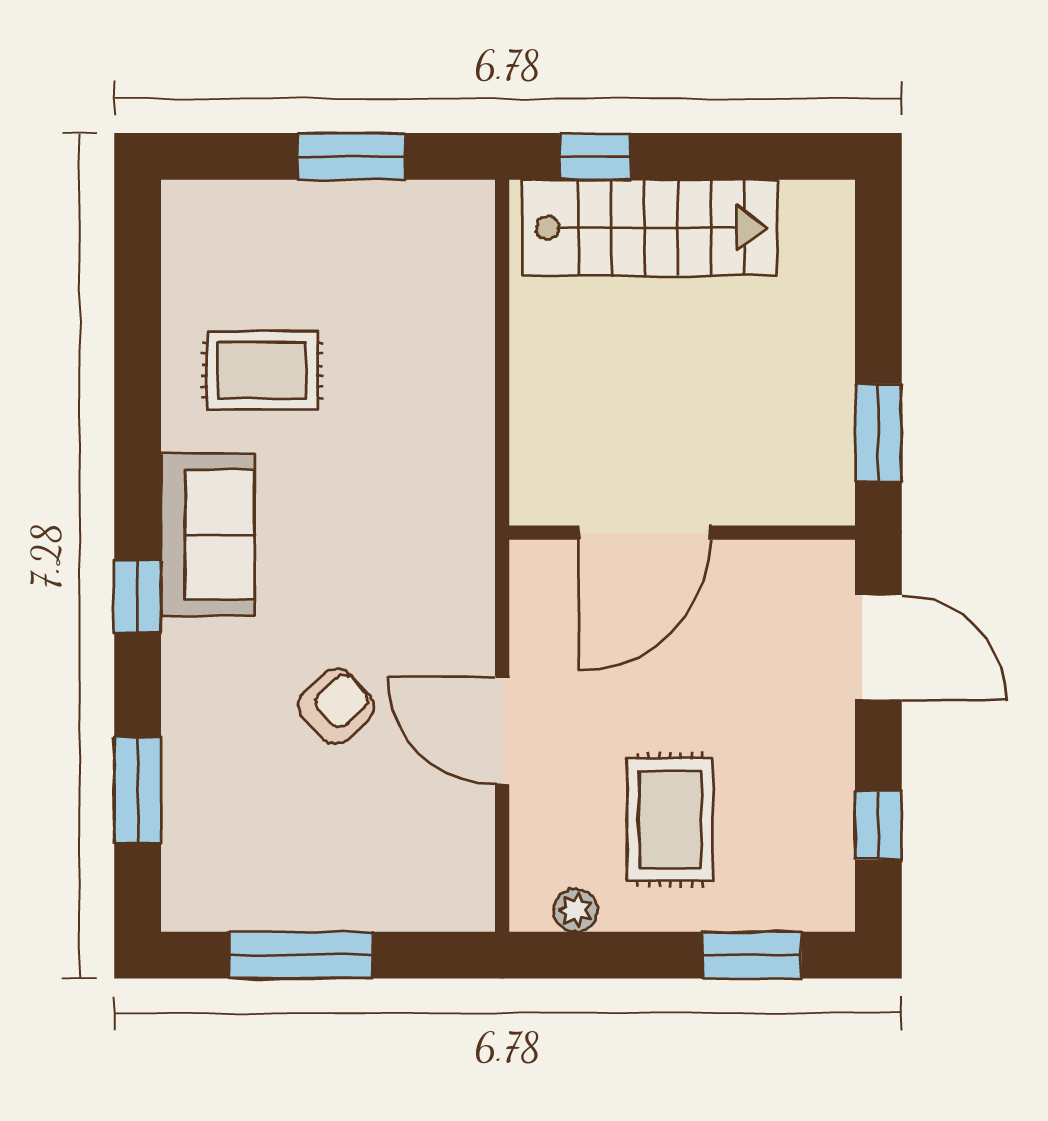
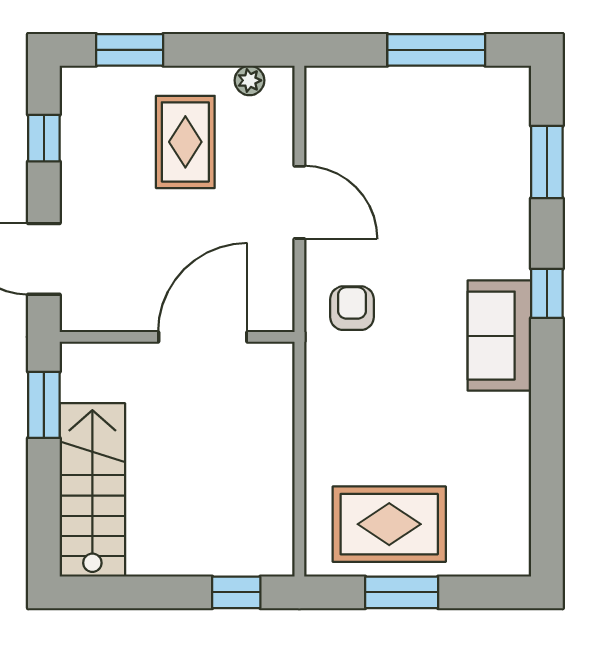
stairs: (650, 228) -> (92, 490), moved, turned 90
rug: (262, 370) -> (389, 524), moved, width x1.36, depth x1.43
armchair: (336, 706) -> (352, 308), moved, turned 133

